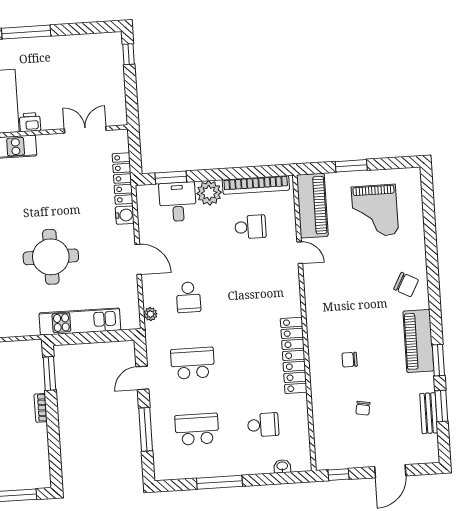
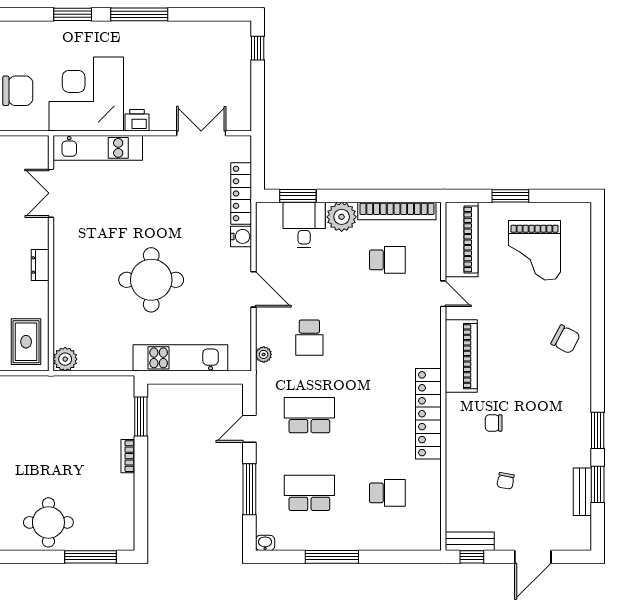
piano: (418, 341) -> (461, 356), moved, turned 180
bench: (336, 461) -> (470, 541), added
washbasin: (282, 466) -> (265, 543), moved

